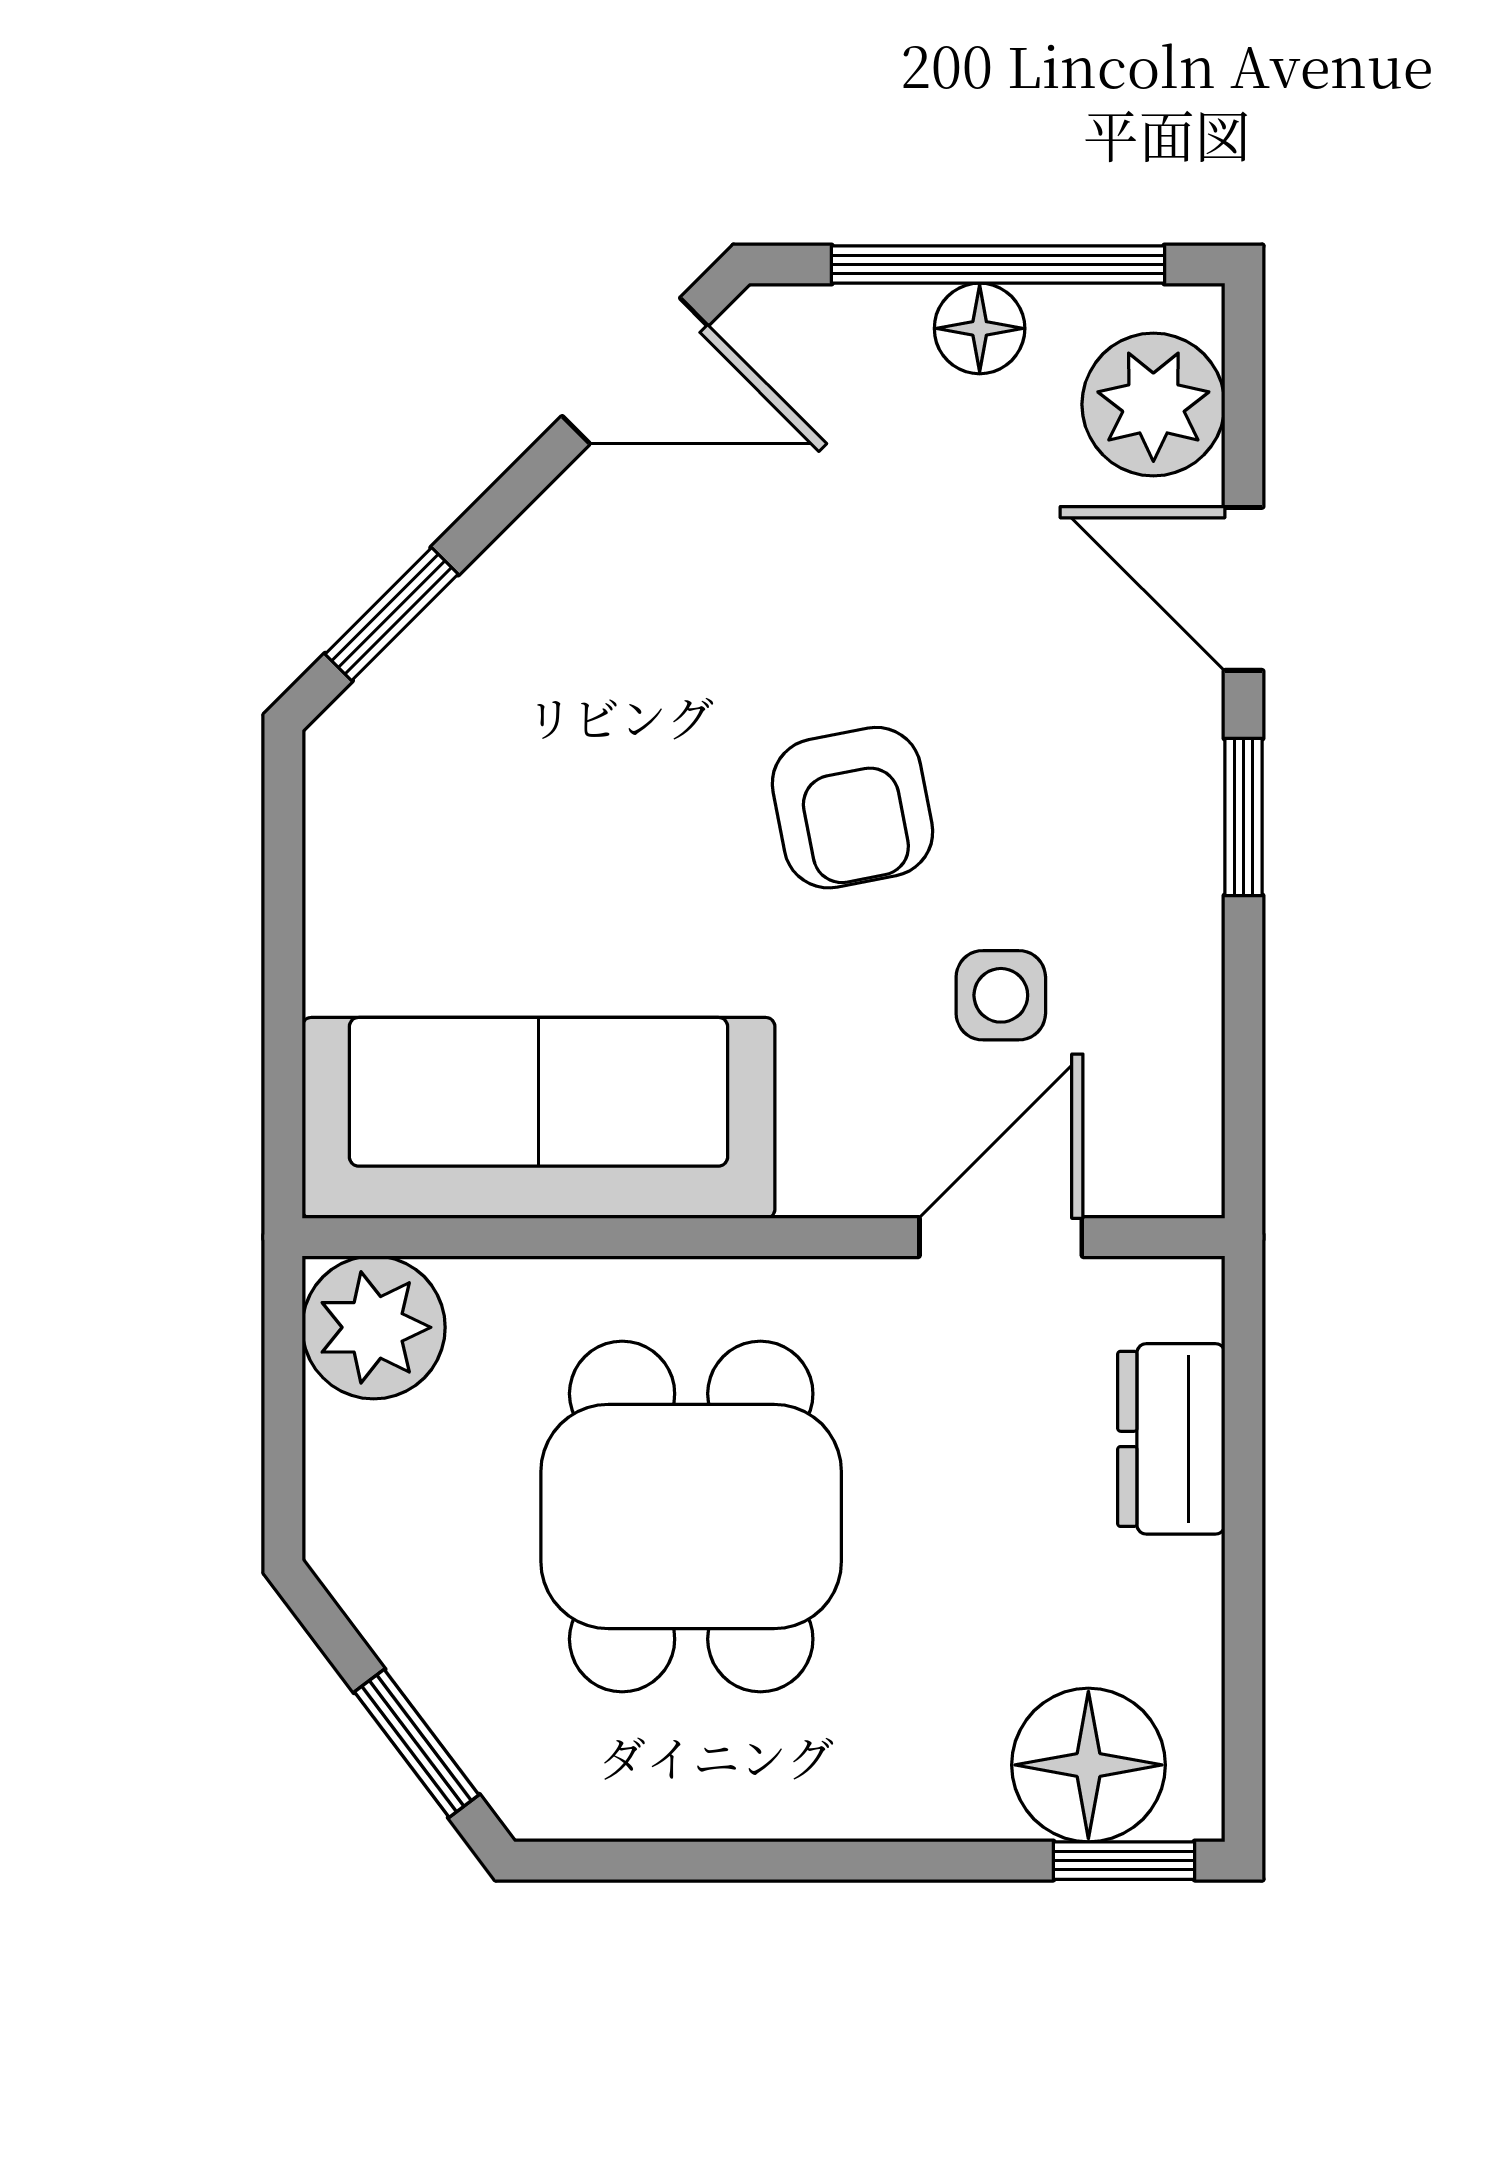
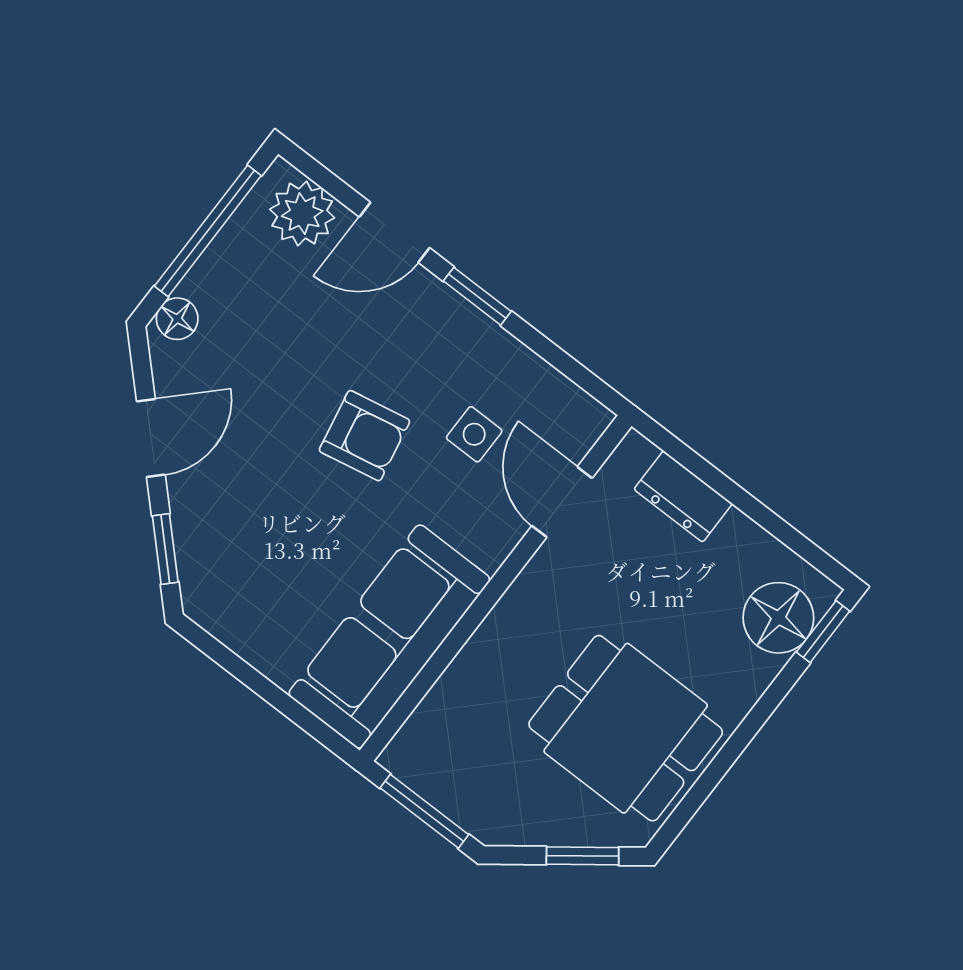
floor lamp: (980, 328) -> (177, 319), moved
door: (635, 371) -> (151, 438), moved
plant: (374, 1327) -> (419, 755), removed
window: (283, 1411) -> (424, 811), added
dining table: (691, 1516) -> (626, 728), moved

